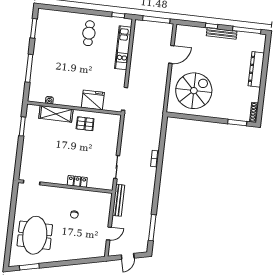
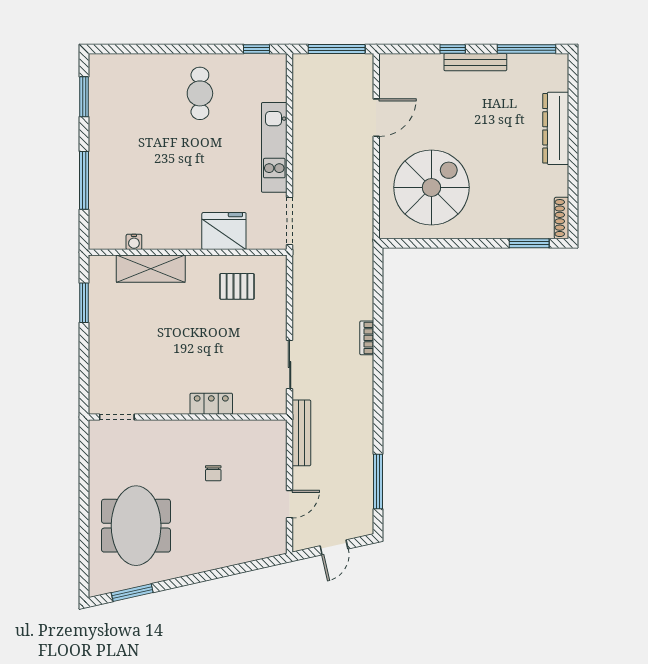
kitchen unit: (123, 48) -> (274, 147), moved
pallet: (85, 124) -> (237, 286), moved

